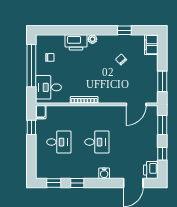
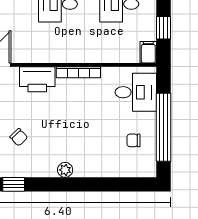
printer: (76, 42) -> (37, 79), moved, turned 180

